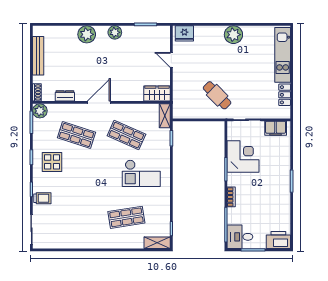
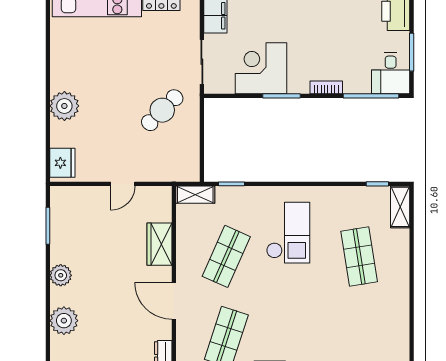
plant: (233, 35) -> (64, 106), moved
door: (171, 60) -> (123, 184), moved
wardrobe: (157, 94) -> (159, 244), moved

